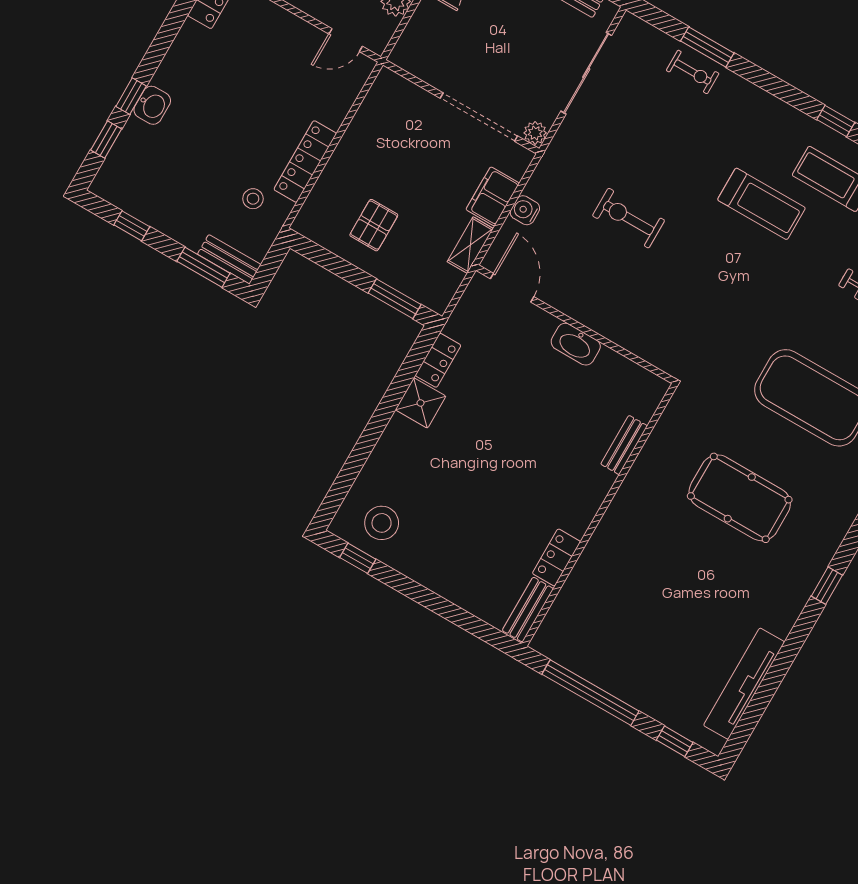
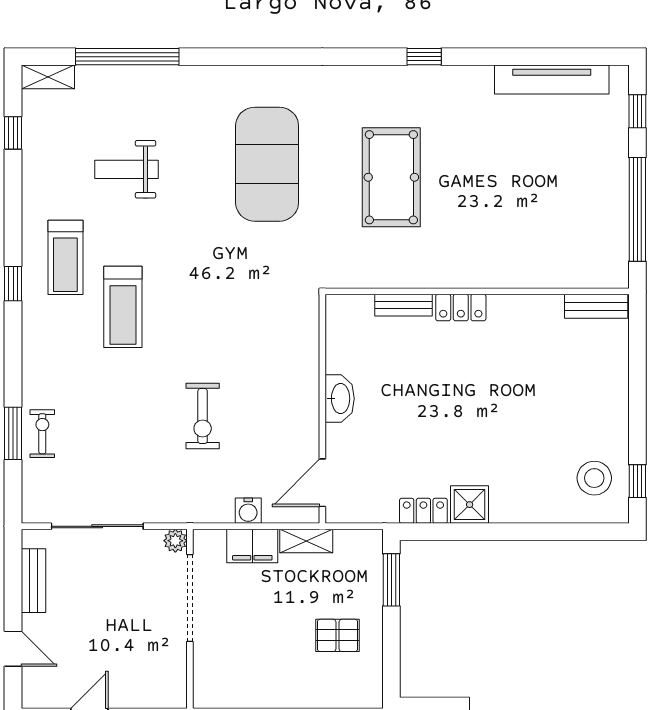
treadmill: (761, 204) -> (123, 307), turned 180
locker: (556, 557) -> (461, 308), moved

